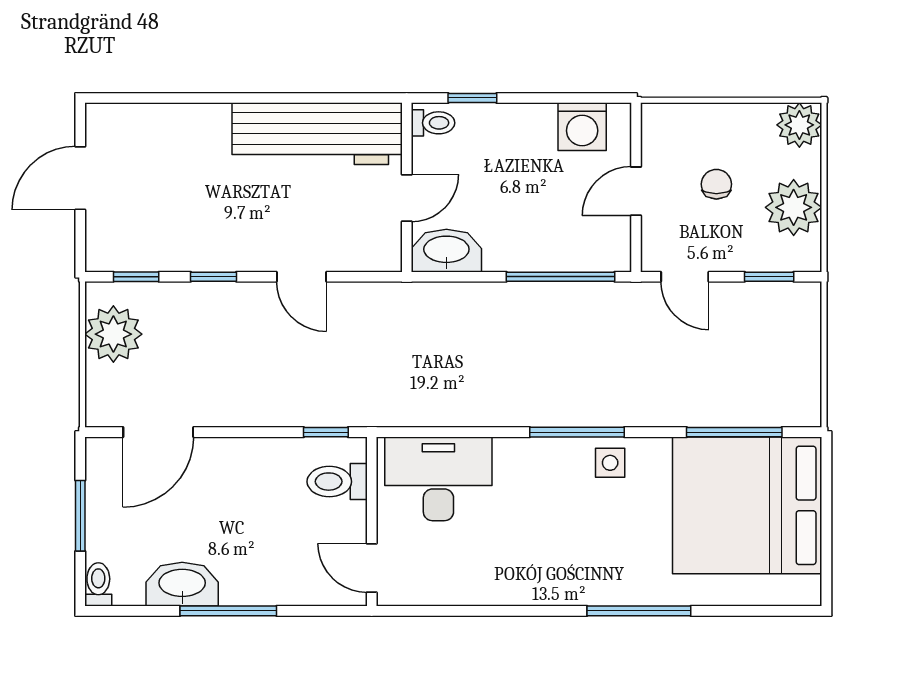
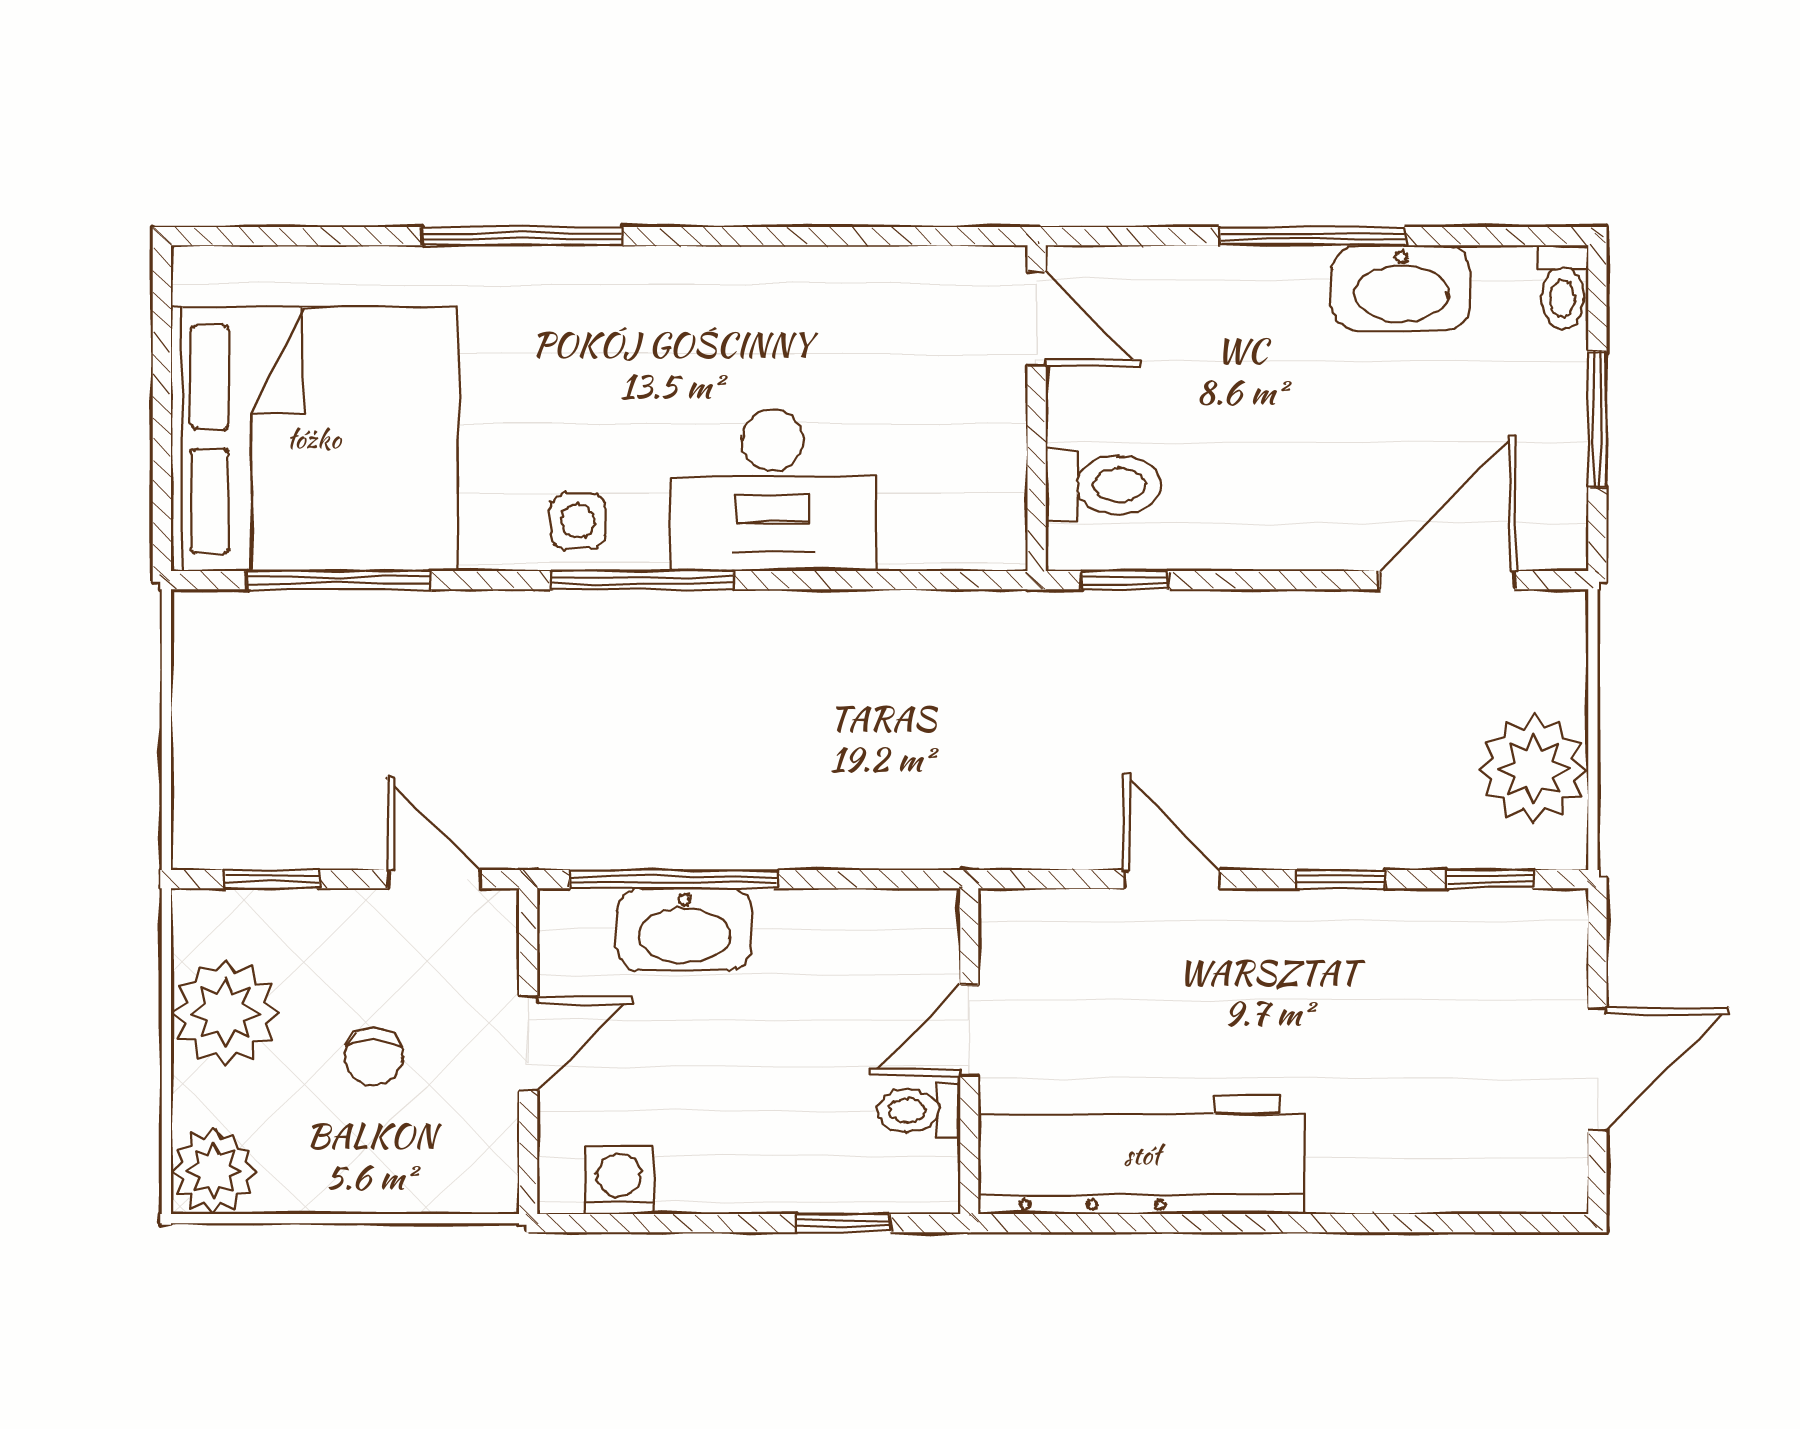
toilet: (433, 123) -> (919, 1111), moved
washing machine: (582, 127) -> (619, 1181), width x0.73, depth x0.73
washbasin: (446, 251) -> (685, 929), moved
desk: (438, 479) -> (773, 490), moved

